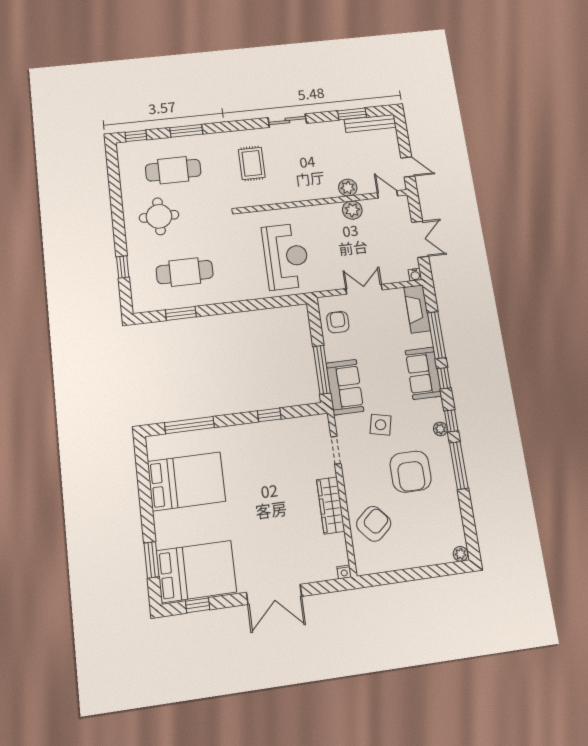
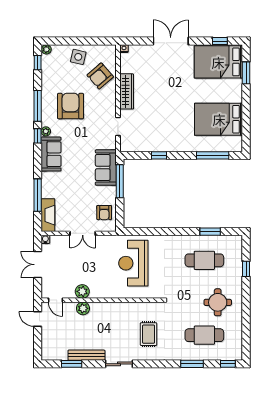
bench: (370, 123) -> (86, 355), moved
sofa: (423, 373) -> (51, 154), moved
window: (444, 378) -> (38, 63), moved
side table: (381, 425) -> (78, 57), moved

